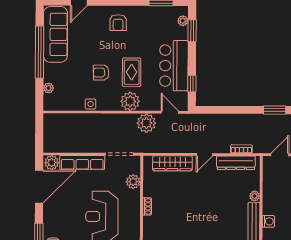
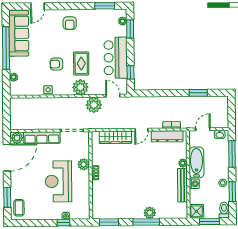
plant: (133, 182) -> (84, 164), moved
bathtub: (271, 195) -> (196, 162), added

